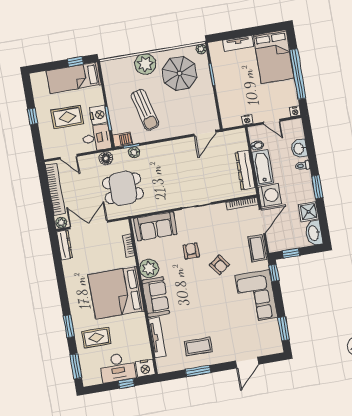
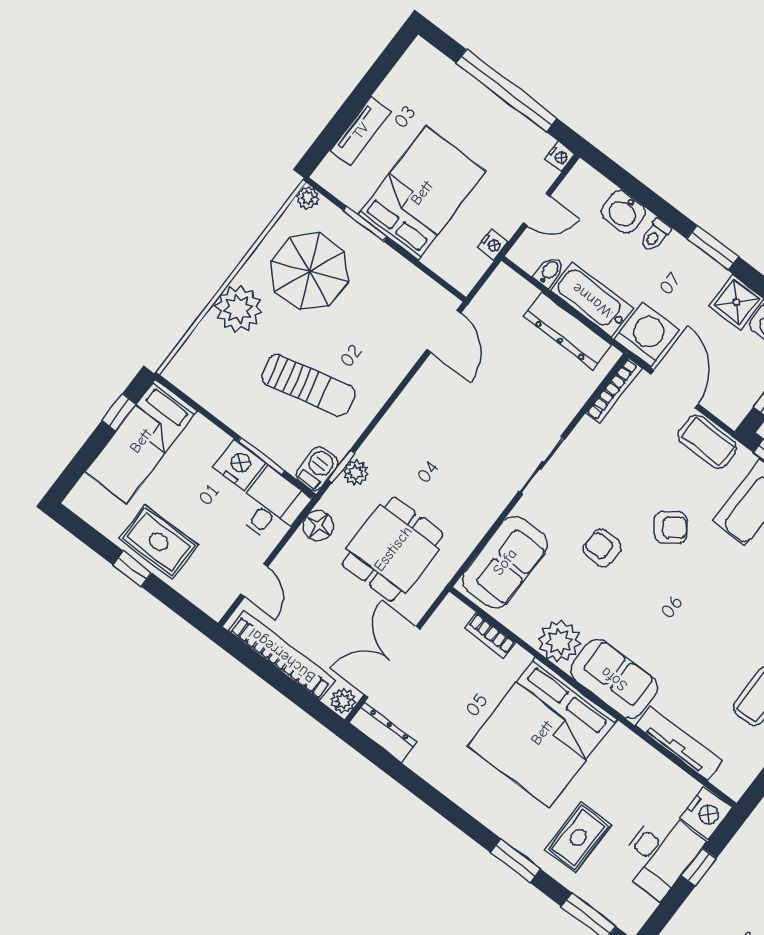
bed: (274, 57) -> (422, 193), moved, turned -90
rug: (67, 117) -> (159, 542), moved, turned 90
door: (69, 157) -> (254, 580), hinge flipped

